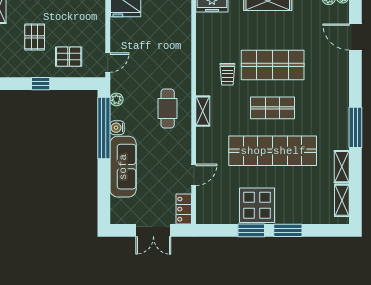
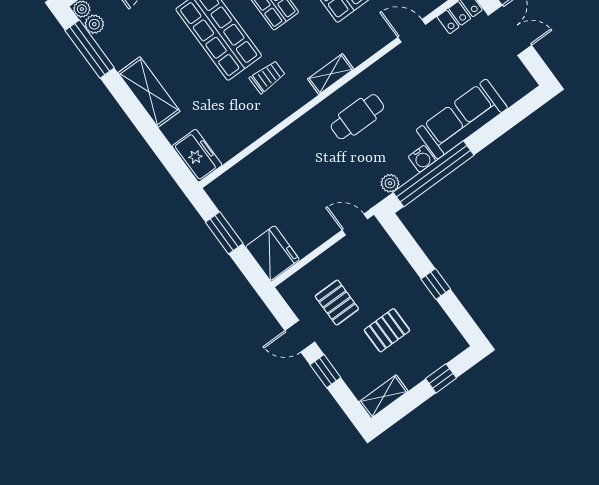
pallet: (69, 57) -> (337, 303), moved

